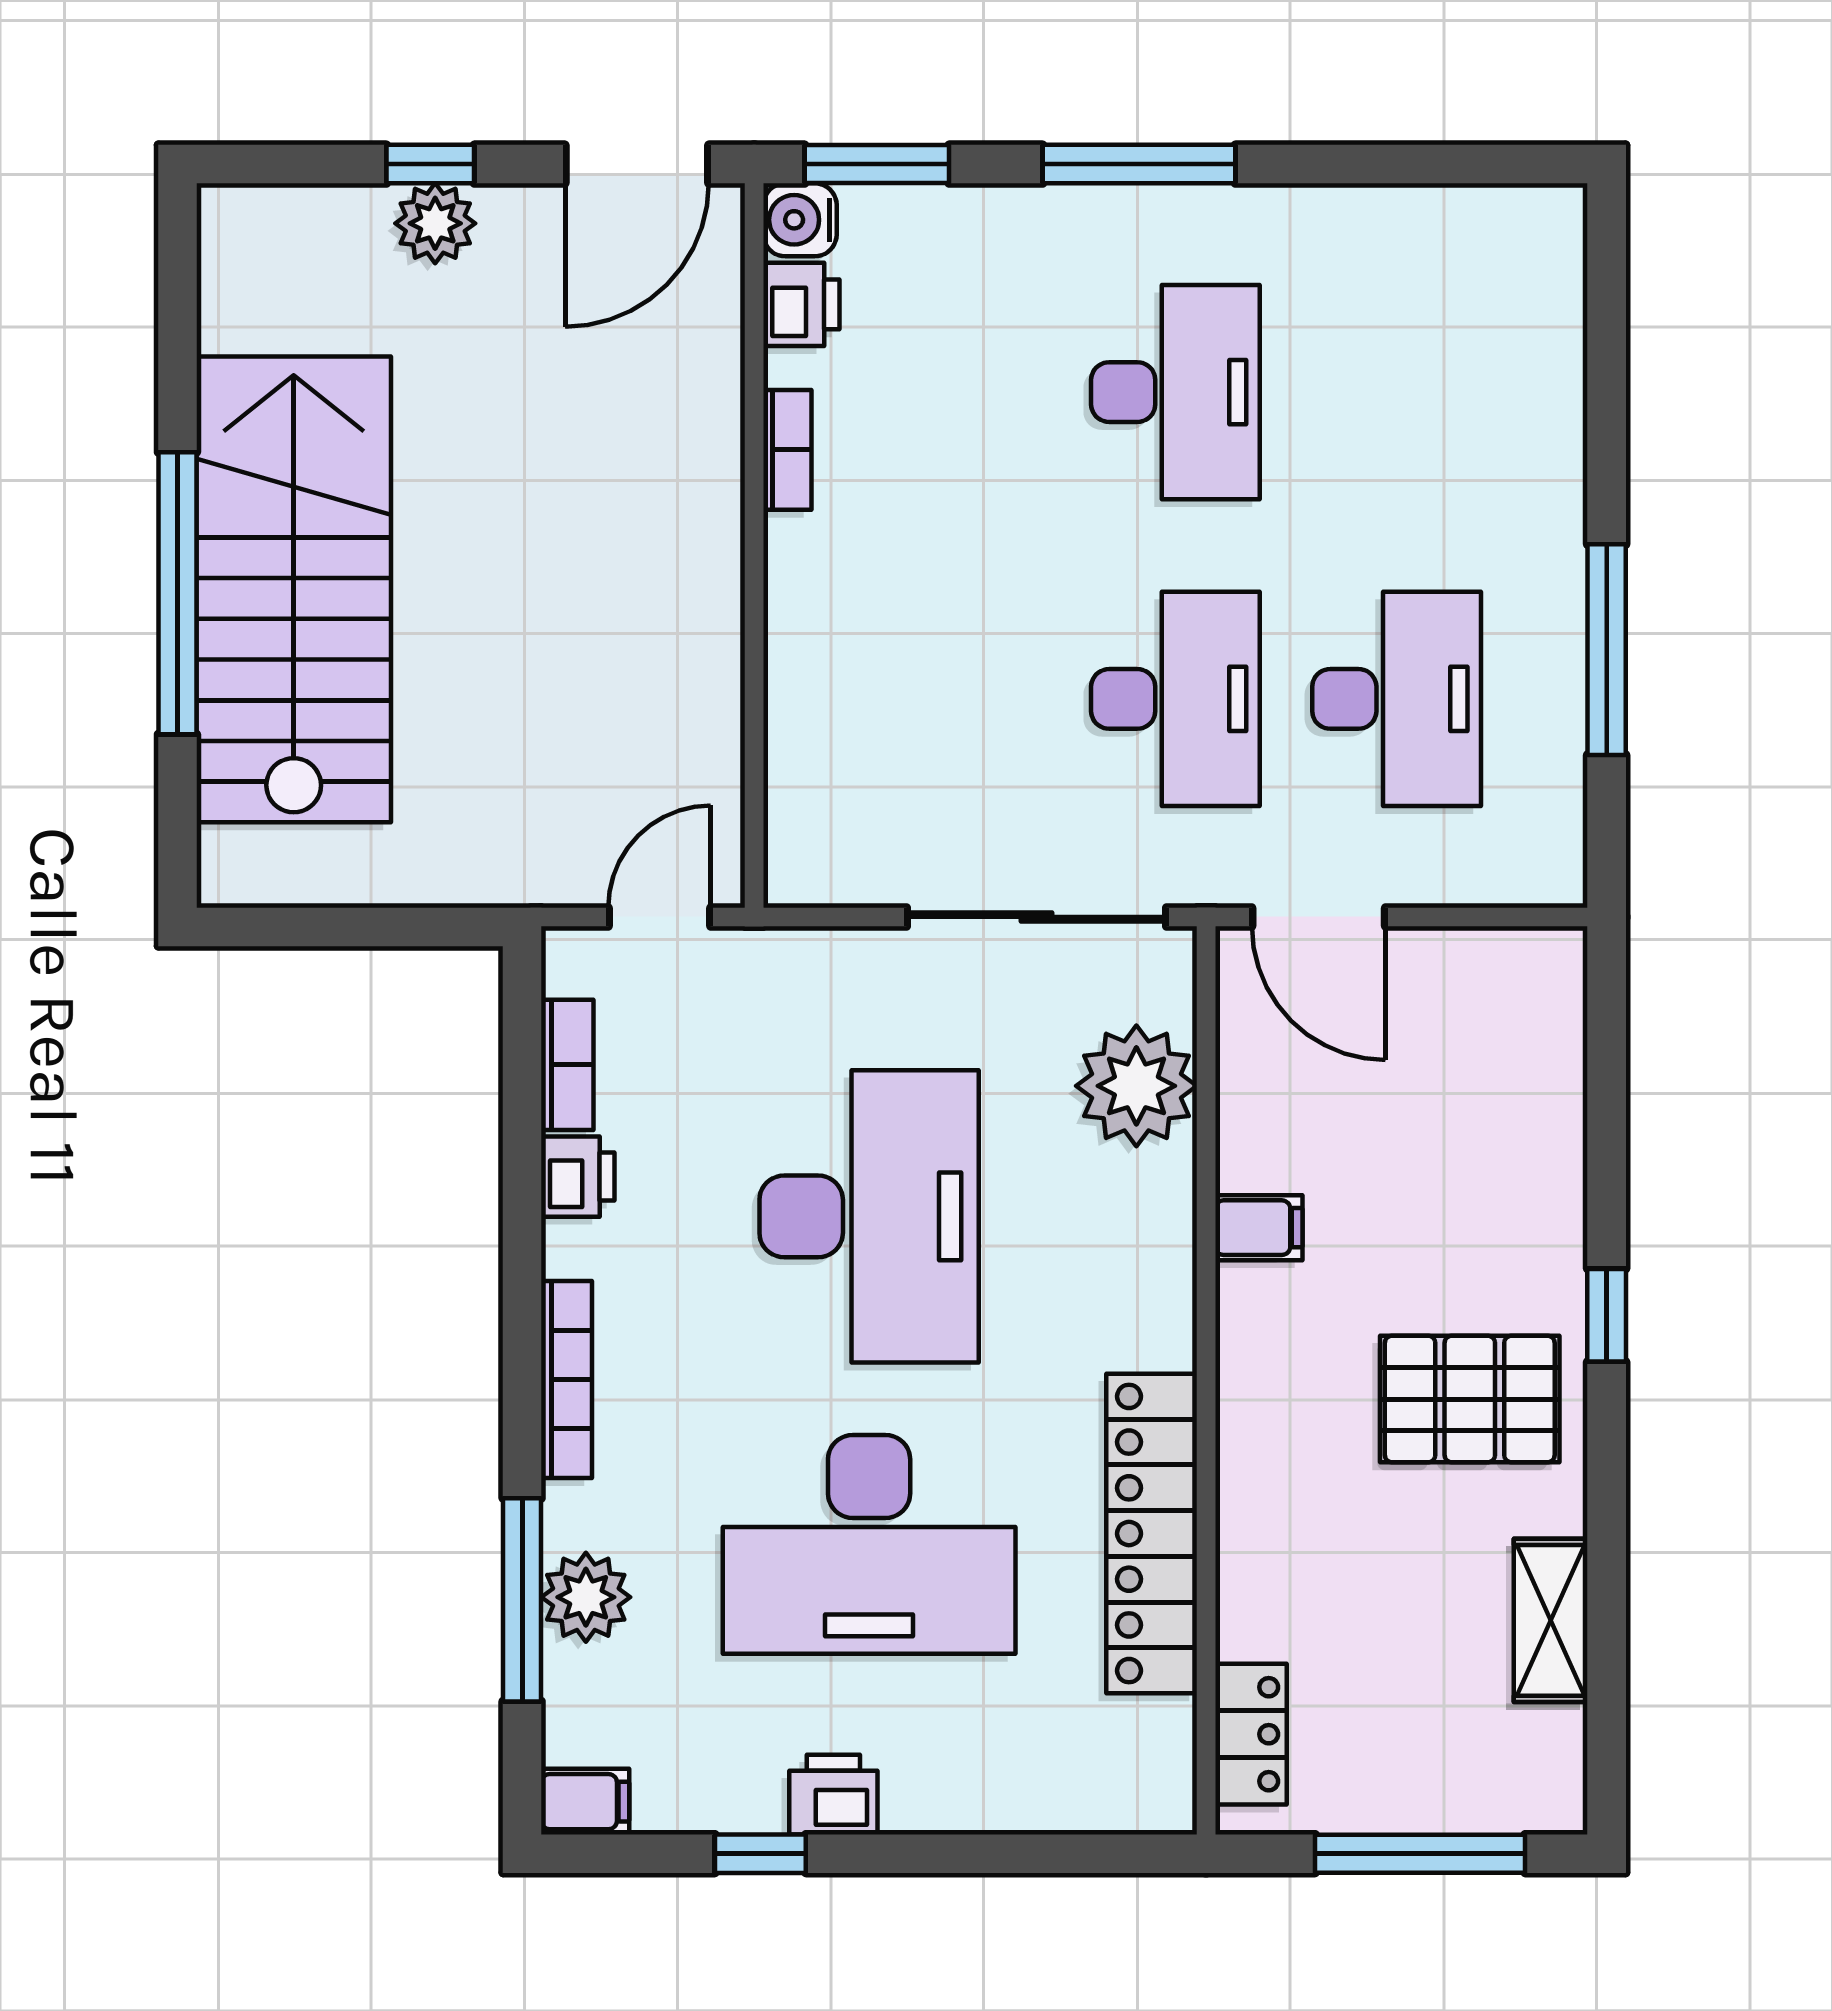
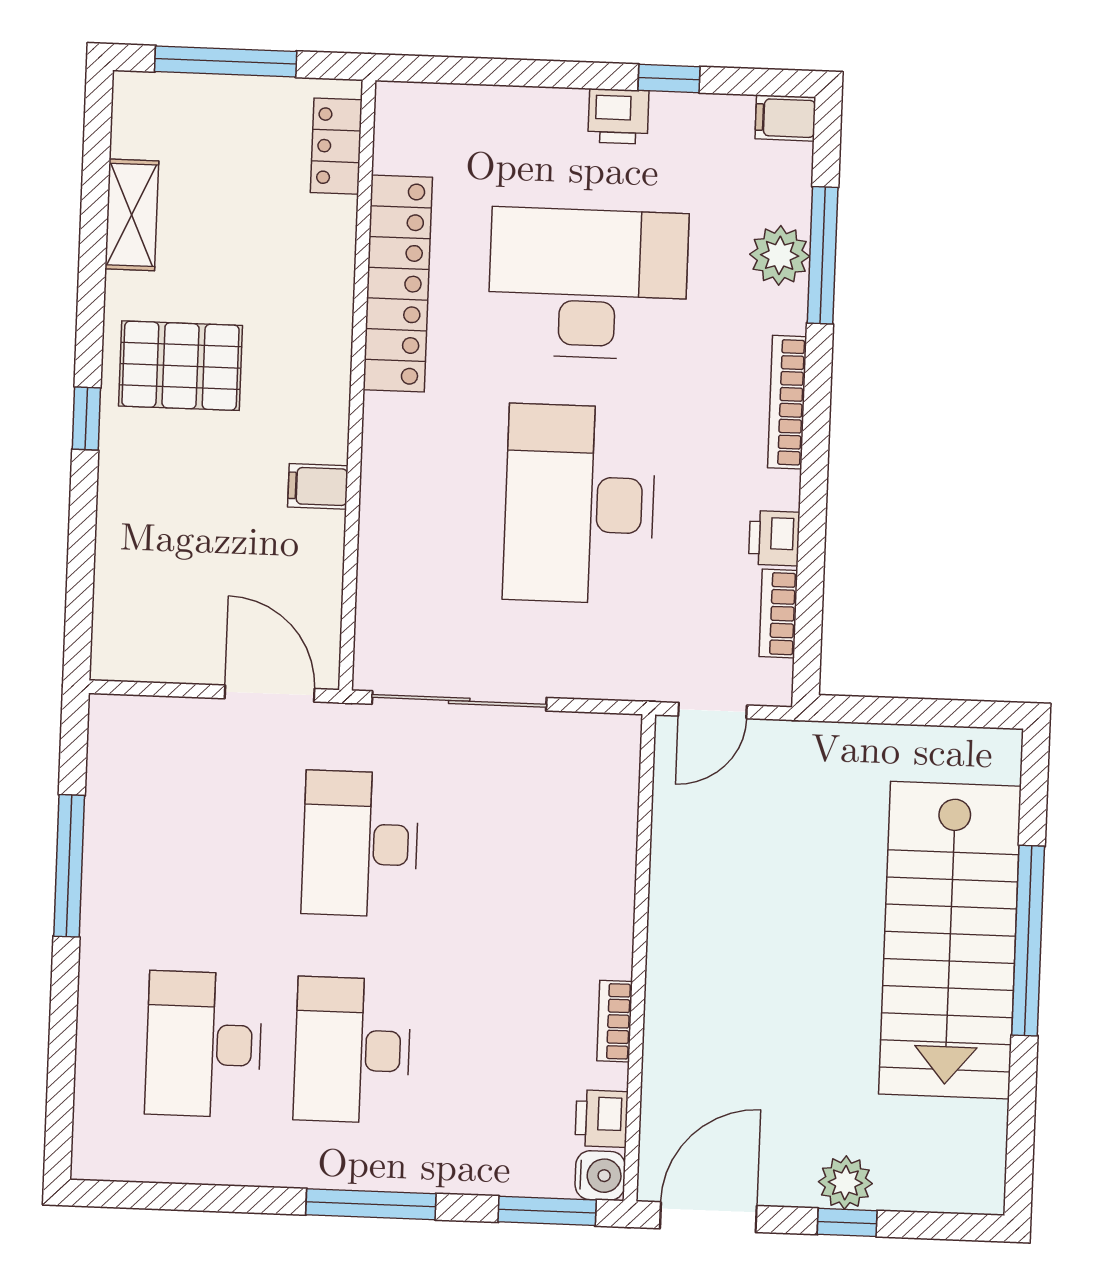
desk: (1397, 699) -> (204, 1044), moved
plant: (1136, 1086) -> (396, 585), removed

